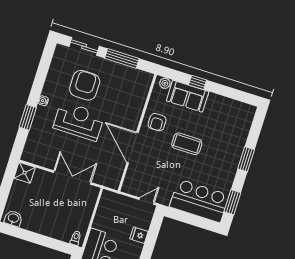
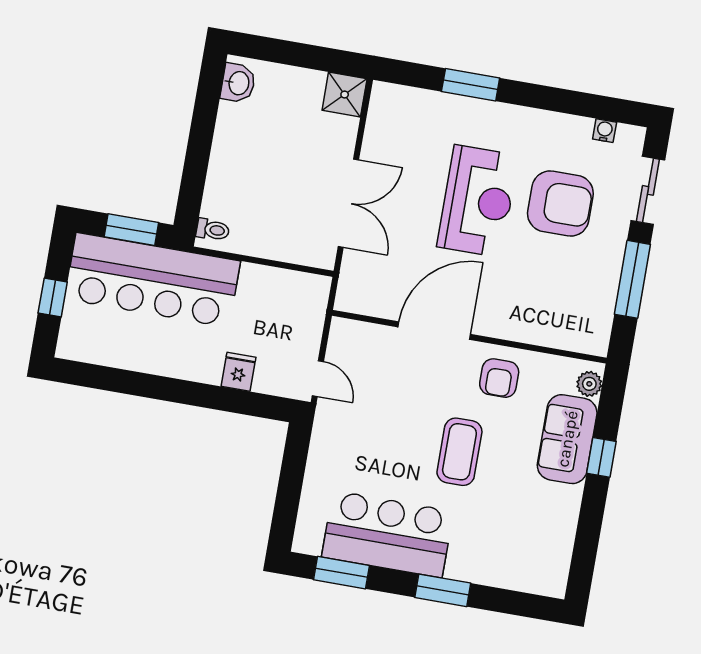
water cooler: (43, 101) -> (605, 131), moved
armchair: (157, 122) -> (499, 378), turned -90
bar counter: (199, 201) -> (388, 534), moved, turned -90

